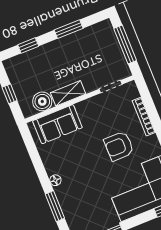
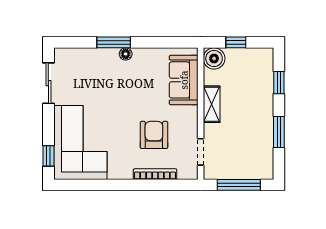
boiler: (42, 101) -> (214, 58), moved
armchair: (119, 146) -> (154, 135), moved
window: (55, 206) -> (114, 42), moved

